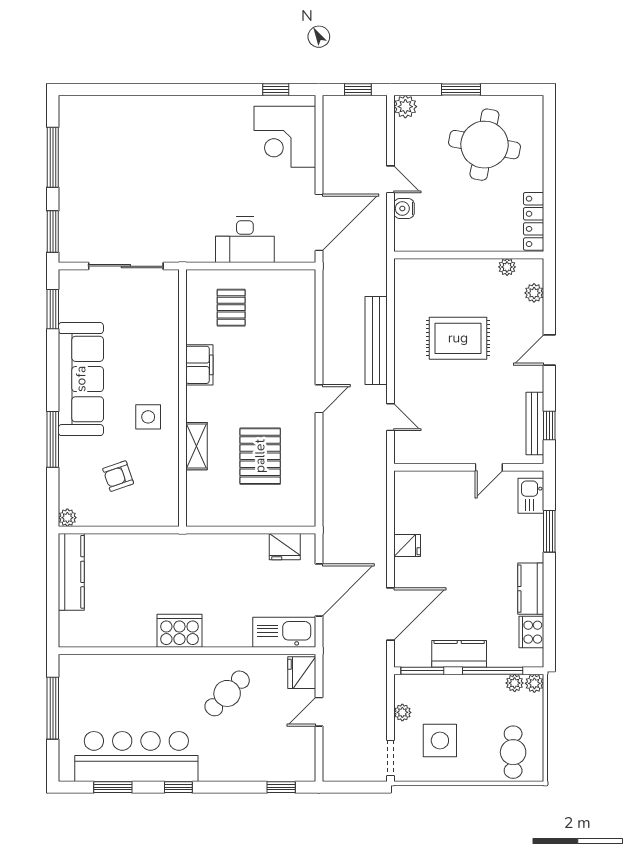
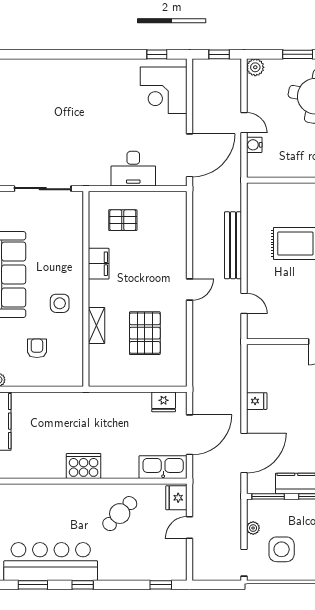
pallet: (231, 308) -> (123, 220), turned 90
armchair: (118, 476) -> (37, 348), turned 109

